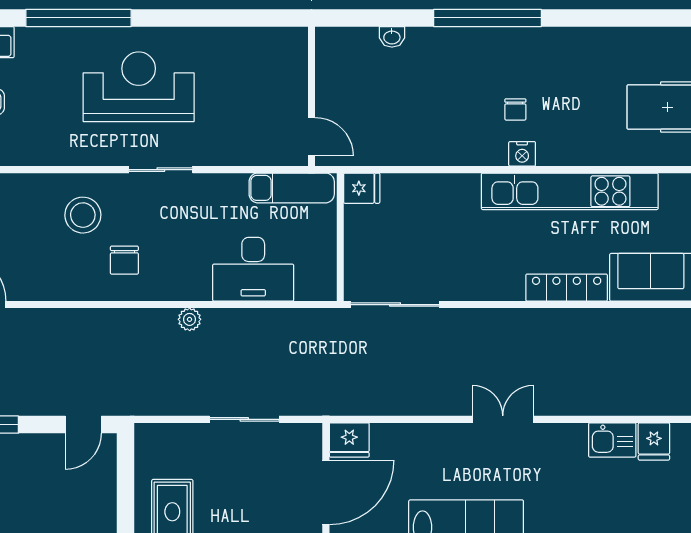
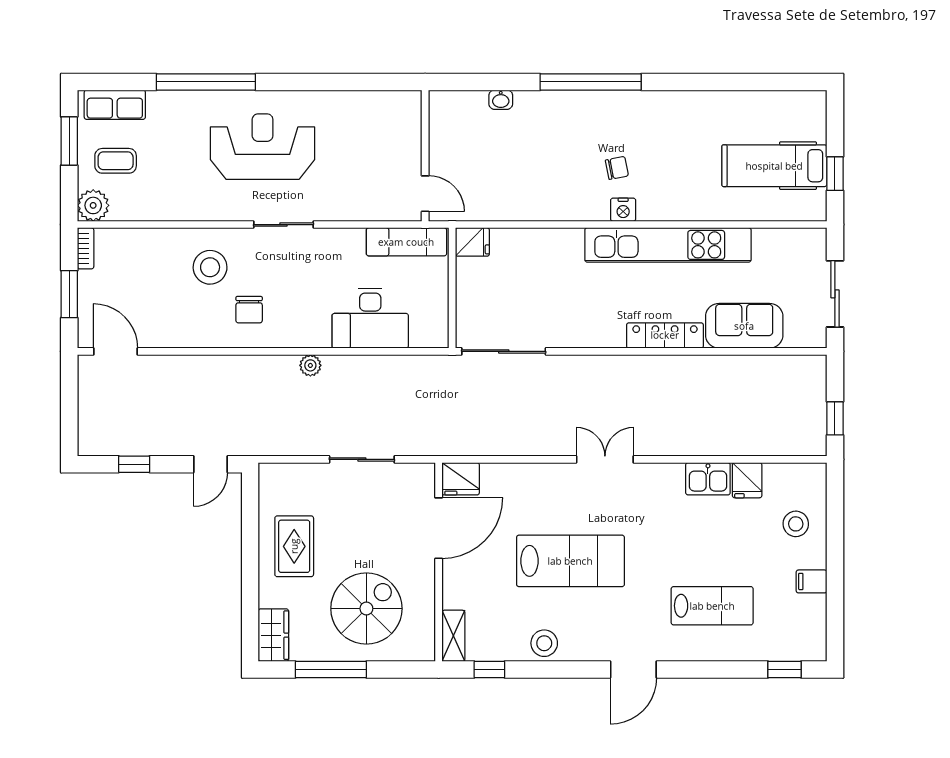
chair: (515, 109) -> (617, 168), turned -101

